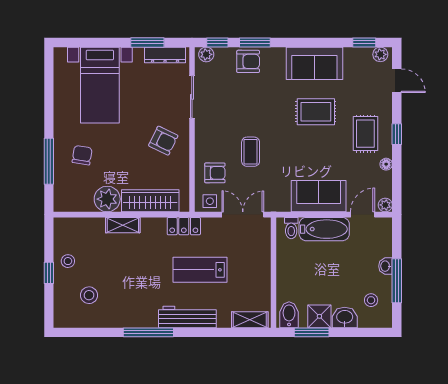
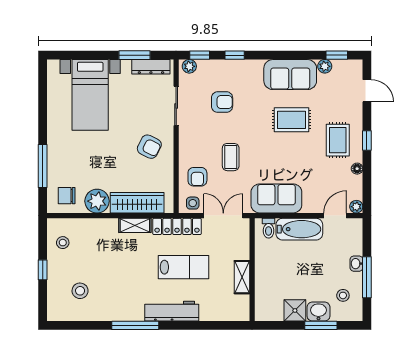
window: (255, 42) -> (235, 55), width x0.67
plant: (380, 54) -> (325, 66), moved
armchair: (248, 61) -> (222, 102), moved
chair: (82, 155) -> (67, 196), moved, turned -99
armchair: (215, 173) -> (197, 177), turned 90
sofa: (319, 196) -> (276, 198), moved
shelving: (123, 225) -> (135, 225), moved
locker: (184, 226) -> (177, 226), width x1.53
stool: (68, 261) -> (63, 243), moved
lab bench: (200, 270) -> (184, 267), turned 180
bidet: (289, 315) -> (267, 309), removed
shelving: (250, 320) -> (242, 277), moved, turned 90
window: (312, 332) -> (321, 325), moved

